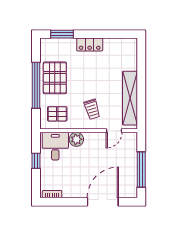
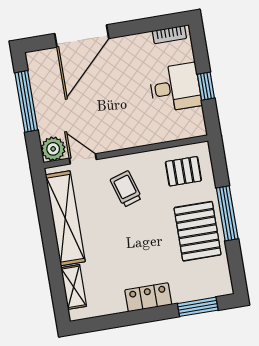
shelving: (132, 58) -> (74, 287), added
window: (36, 85) -> (227, 213), width x0.68
door: (114, 131) -> (83, 159), hinge flipped
plant: (76, 139) -> (53, 149), moved
desk: (55, 146) -> (175, 88), moved, turned -90

